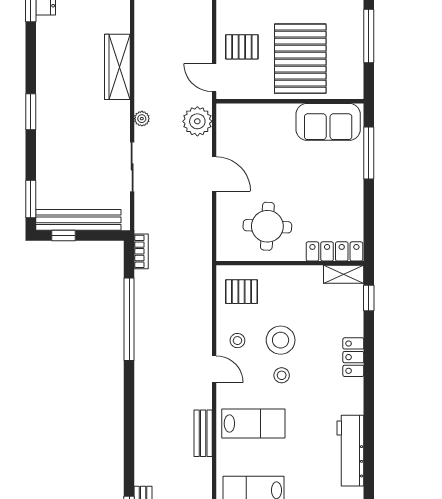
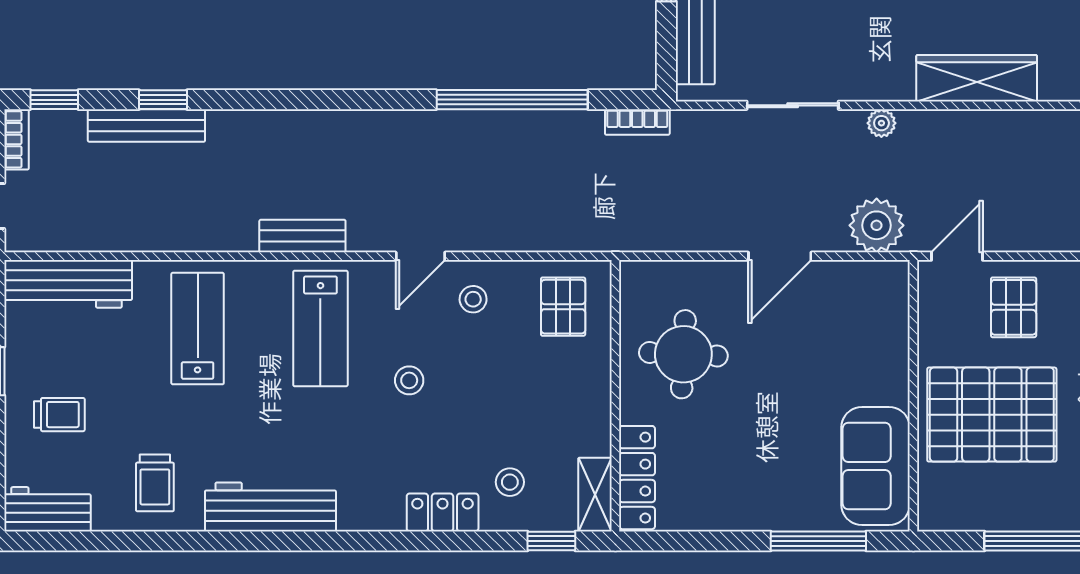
stool: (281, 340) -> (510, 482), moved, width x0.53, depth x0.53

